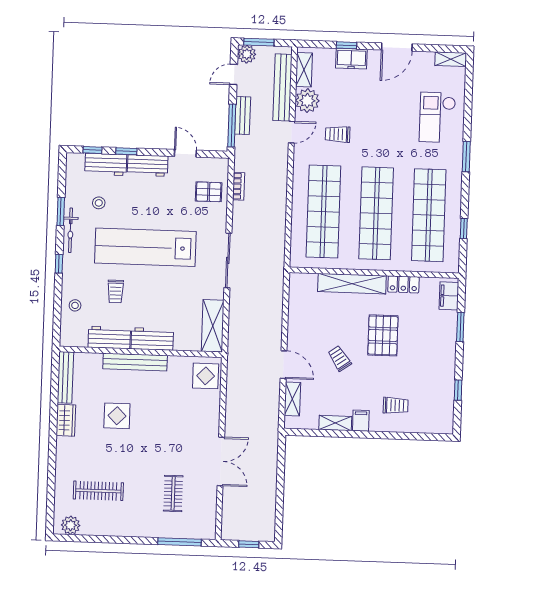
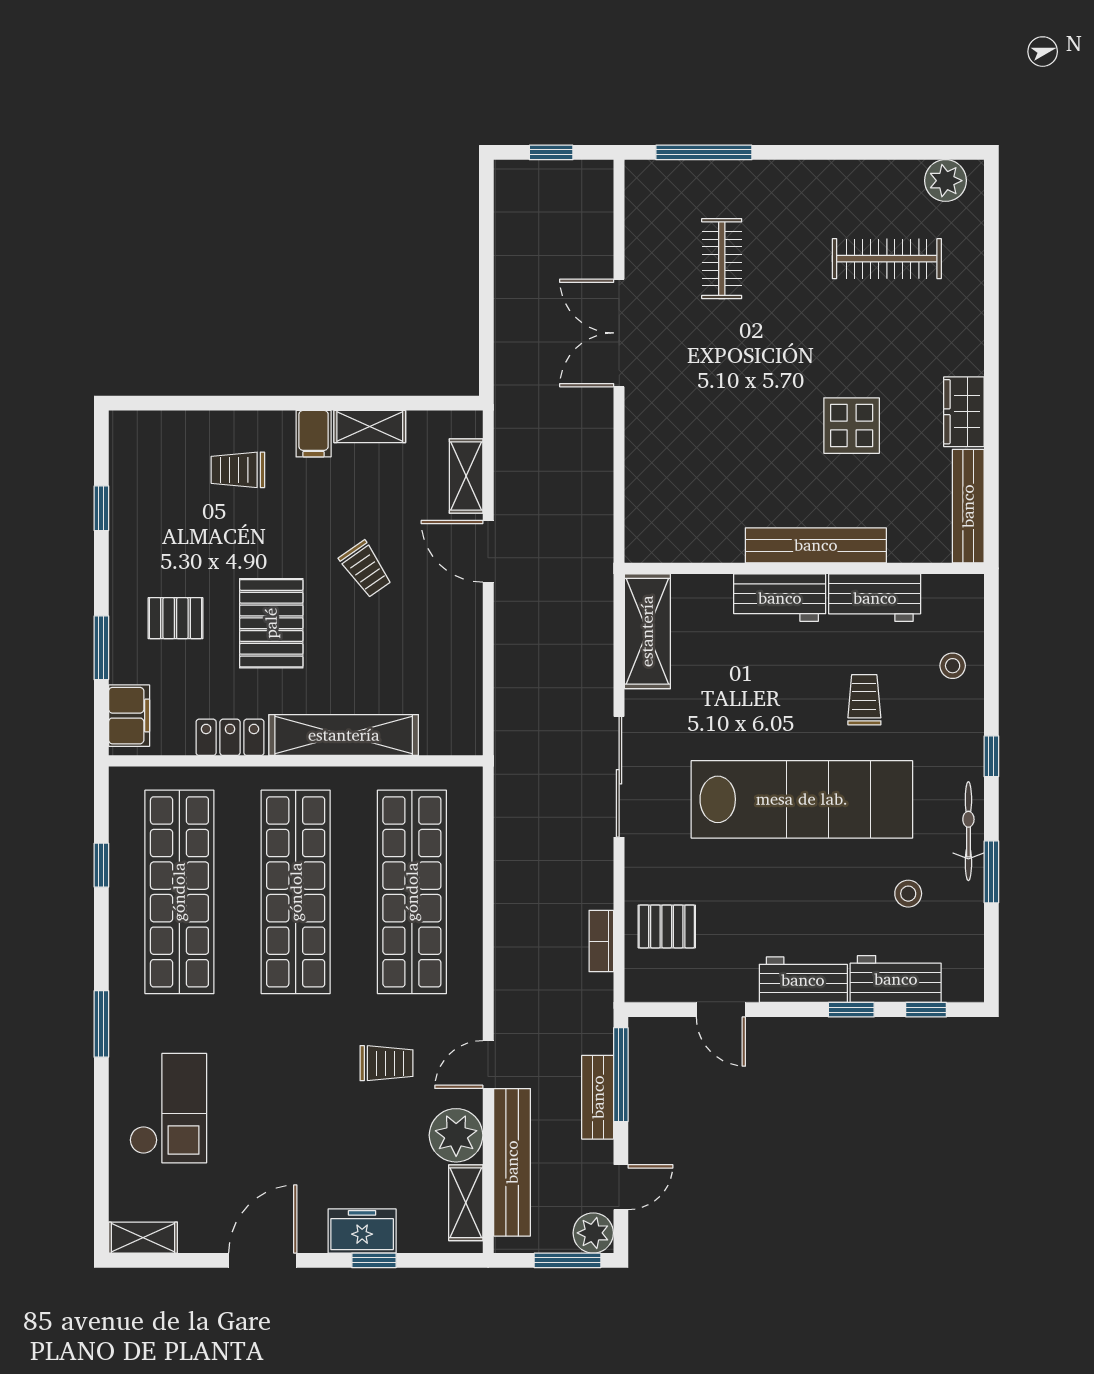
pallet: (426, 339) -> (176, 618), added
display table: (206, 376) -> (659, 520), removed

